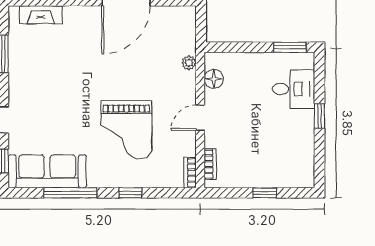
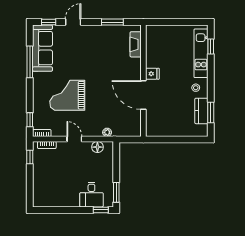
window: (319, 116) -> (101, 210), moved
window: (131, 193) -> (30, 120), moved
window: (265, 193) -> (30, 157), moved

